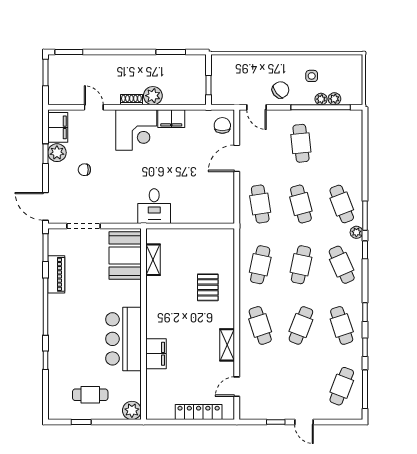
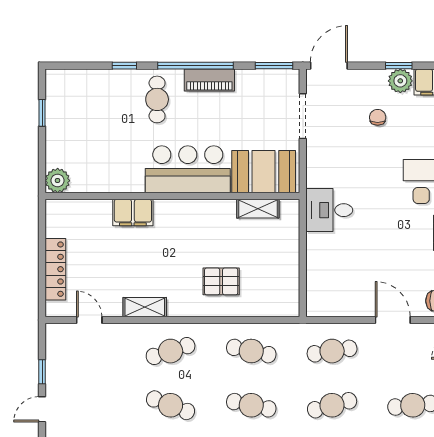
piano: (56, 274) -> (209, 80), moved
bar counter: (123, 339) -> (188, 169), moved
cafe table: (90, 395) -> (157, 99), moved

